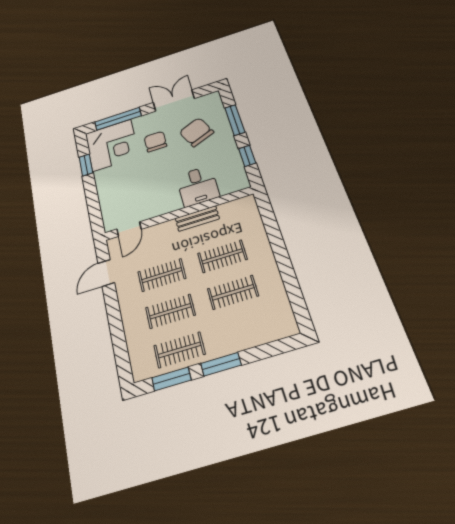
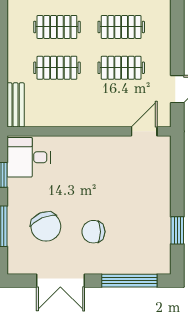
chair: (155, 142) -> (93, 232), turned 90
corner desk: (112, 145) -> (143, 246), removed
desk: (198, 186) -> (29, 157), moved, turned -90
bench: (197, 218) -> (16, 105), moved, turned 90

